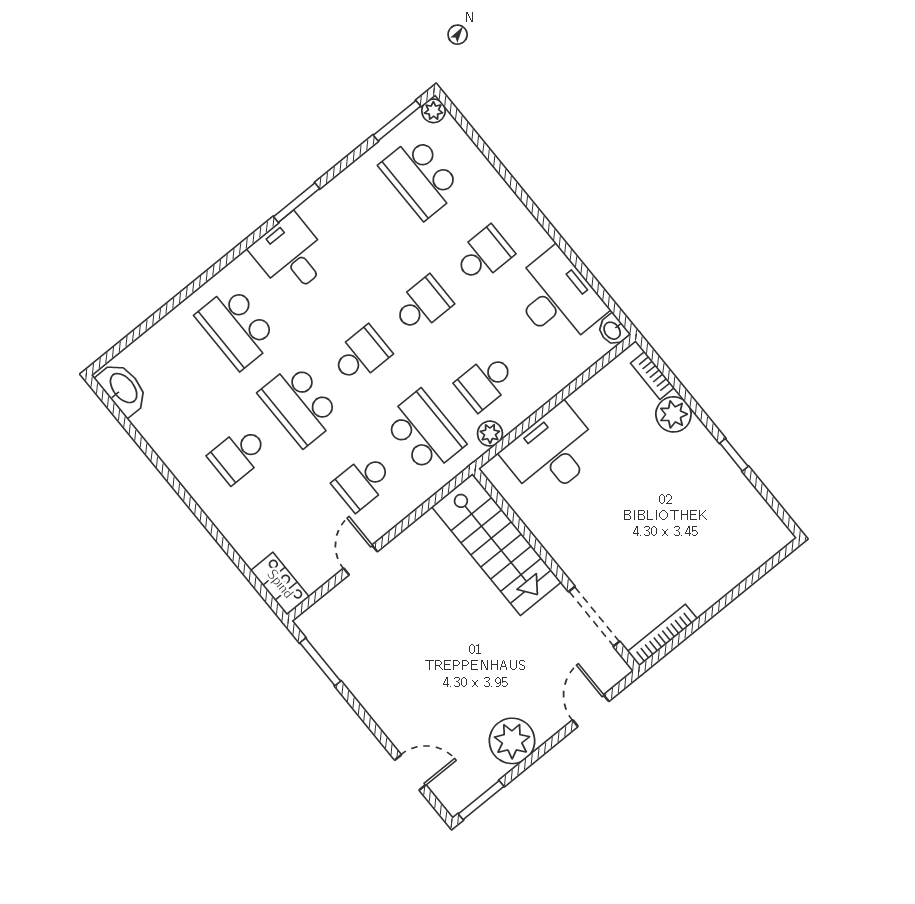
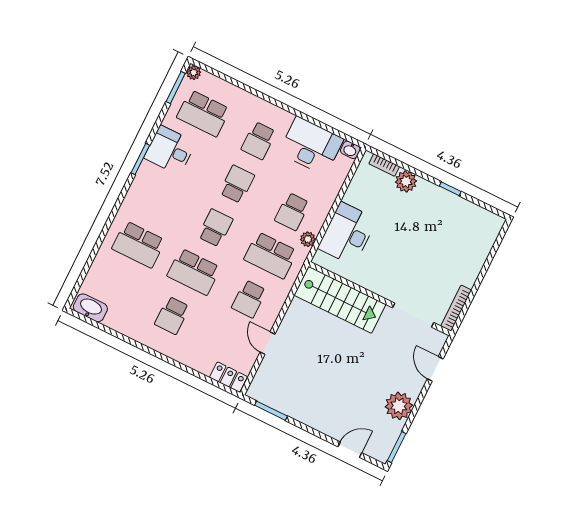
desk: (291, 255) -> (170, 150), moved
school desk: (484, 255) -> (259, 140), turned 180
school desk: (424, 432) -> (271, 255), turned 180

